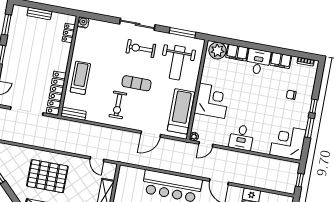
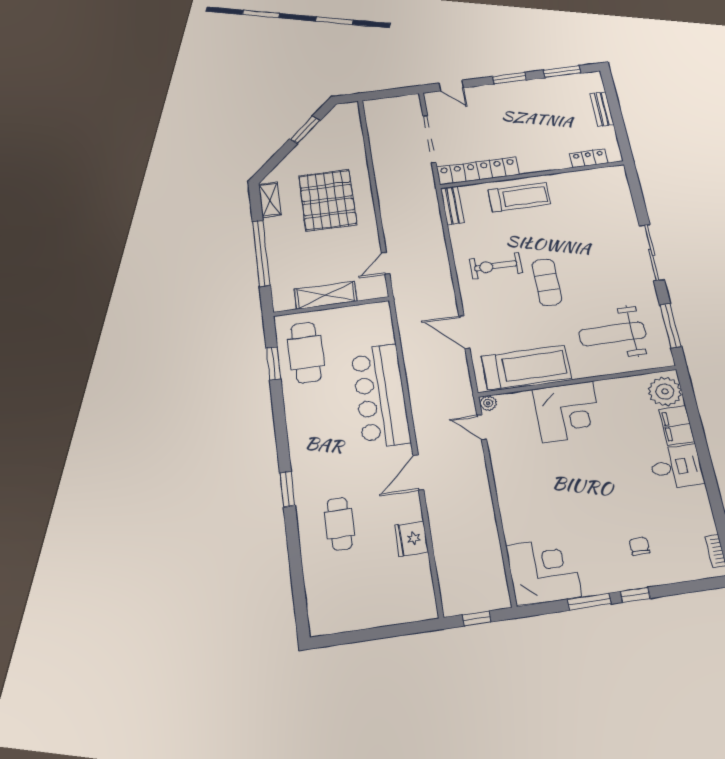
water cooler: (83, 22) -> (617, 173), removed
exercise bike: (141, 49) -> (612, 270), removed
filing cabinet: (281, 60) -> (697, 505), removed
desk: (241, 137) -> (519, 484), removed

